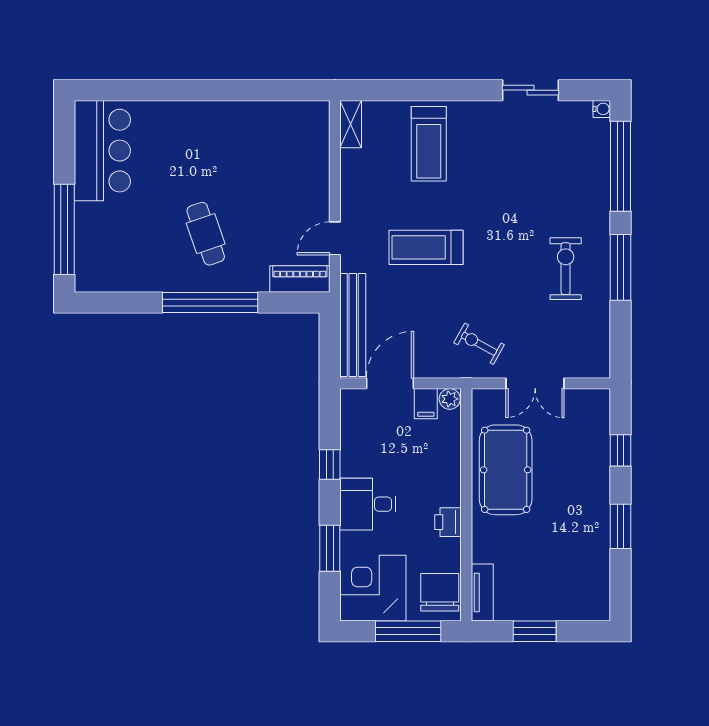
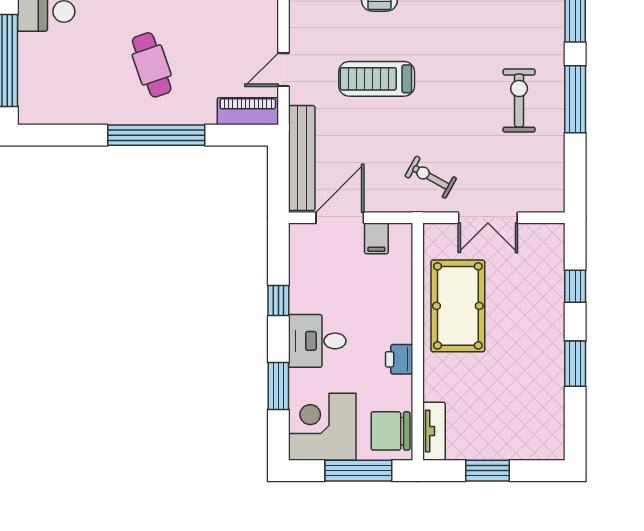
plant: (450, 399) -> (401, 234), removed
chair: (440, 592) -> (391, 431), turned -90

